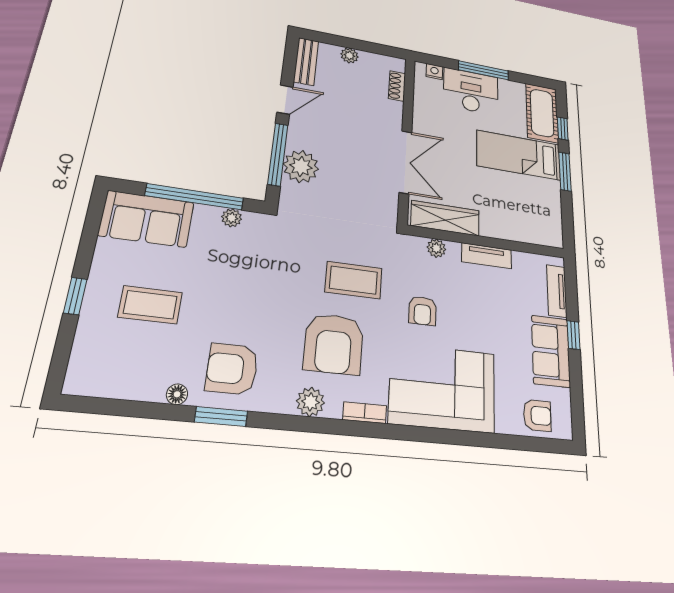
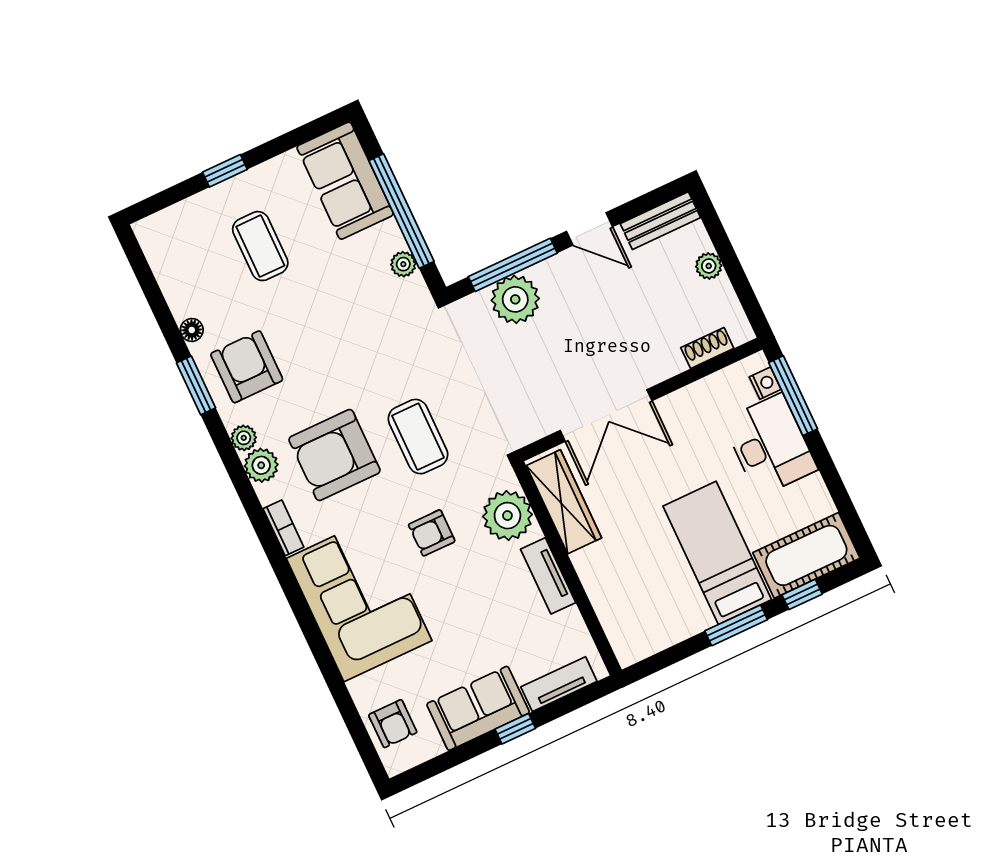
window: (484, 70) -> (793, 396), moved
plant: (436, 248) -> (507, 516), width x1.88, depth x1.88
plant: (283, 403) -> (244, 438), added

